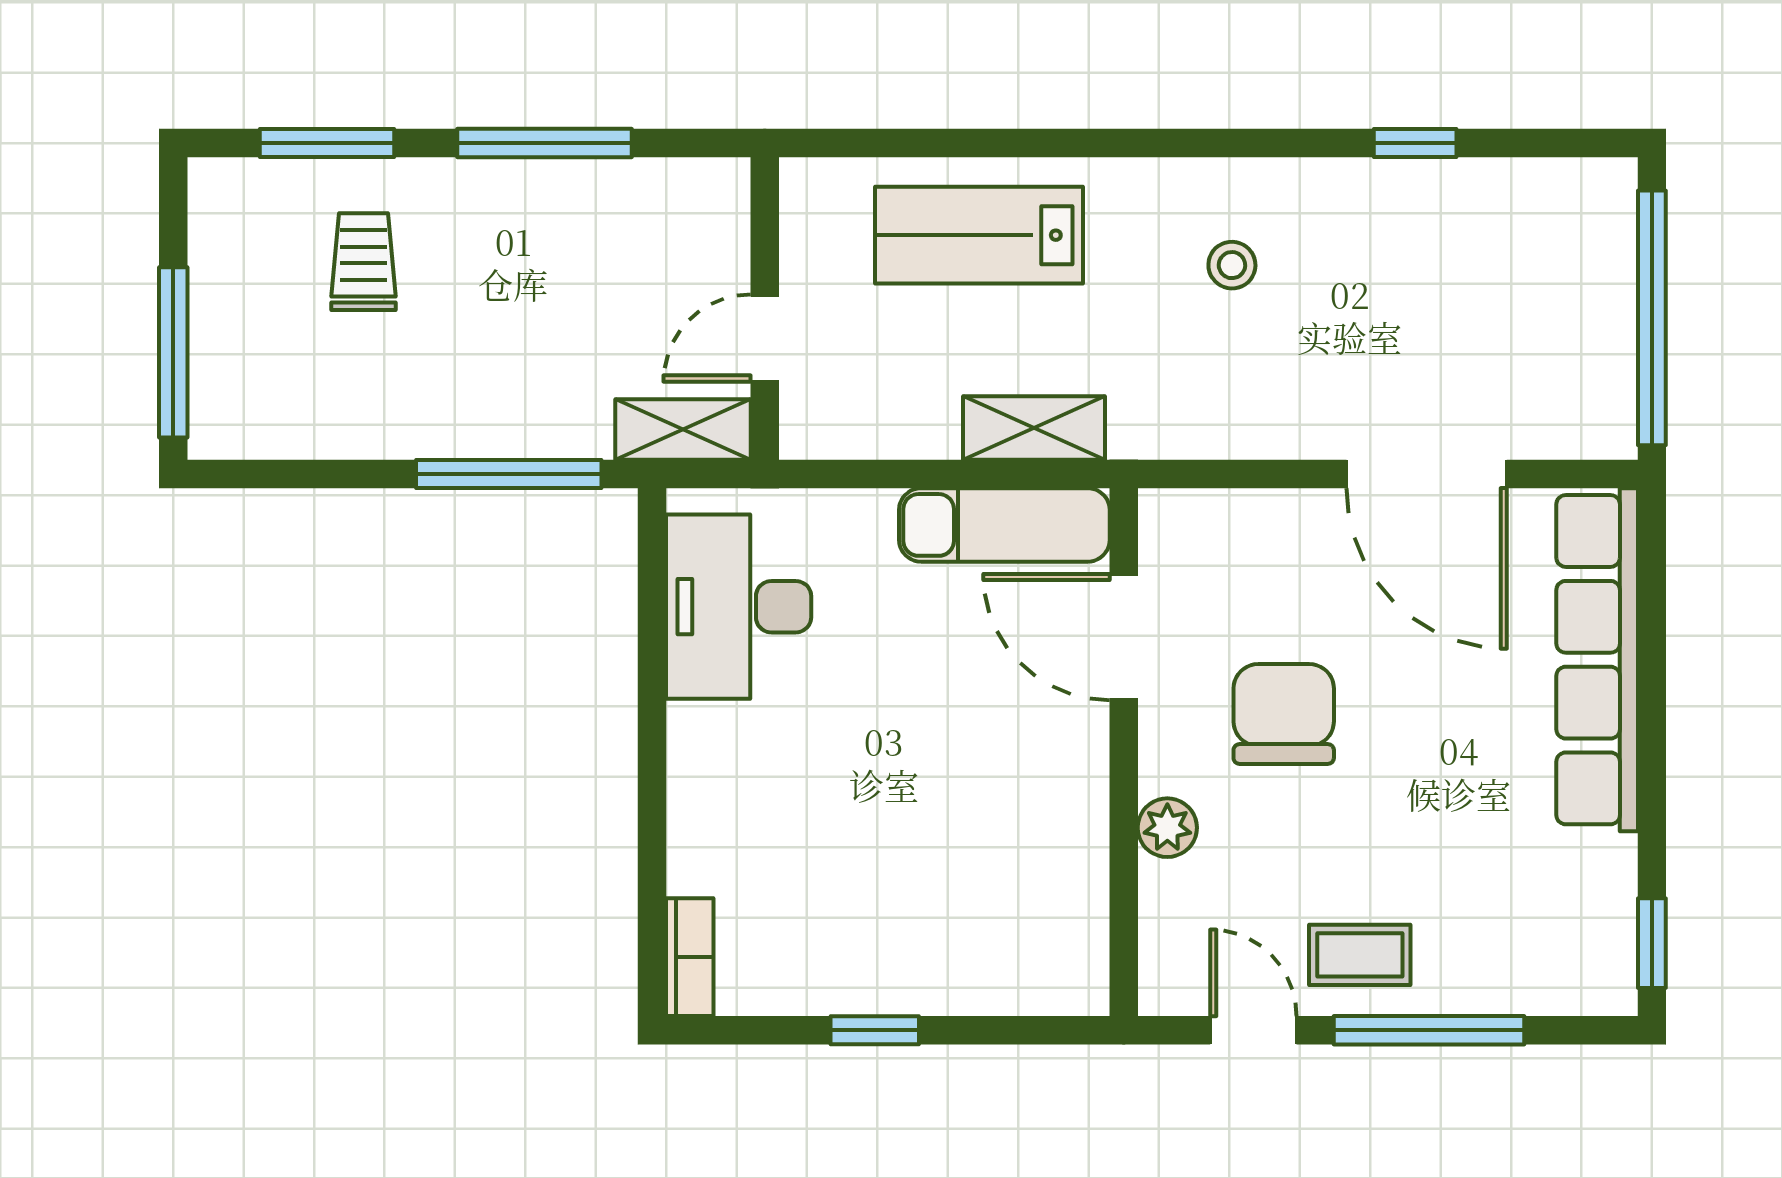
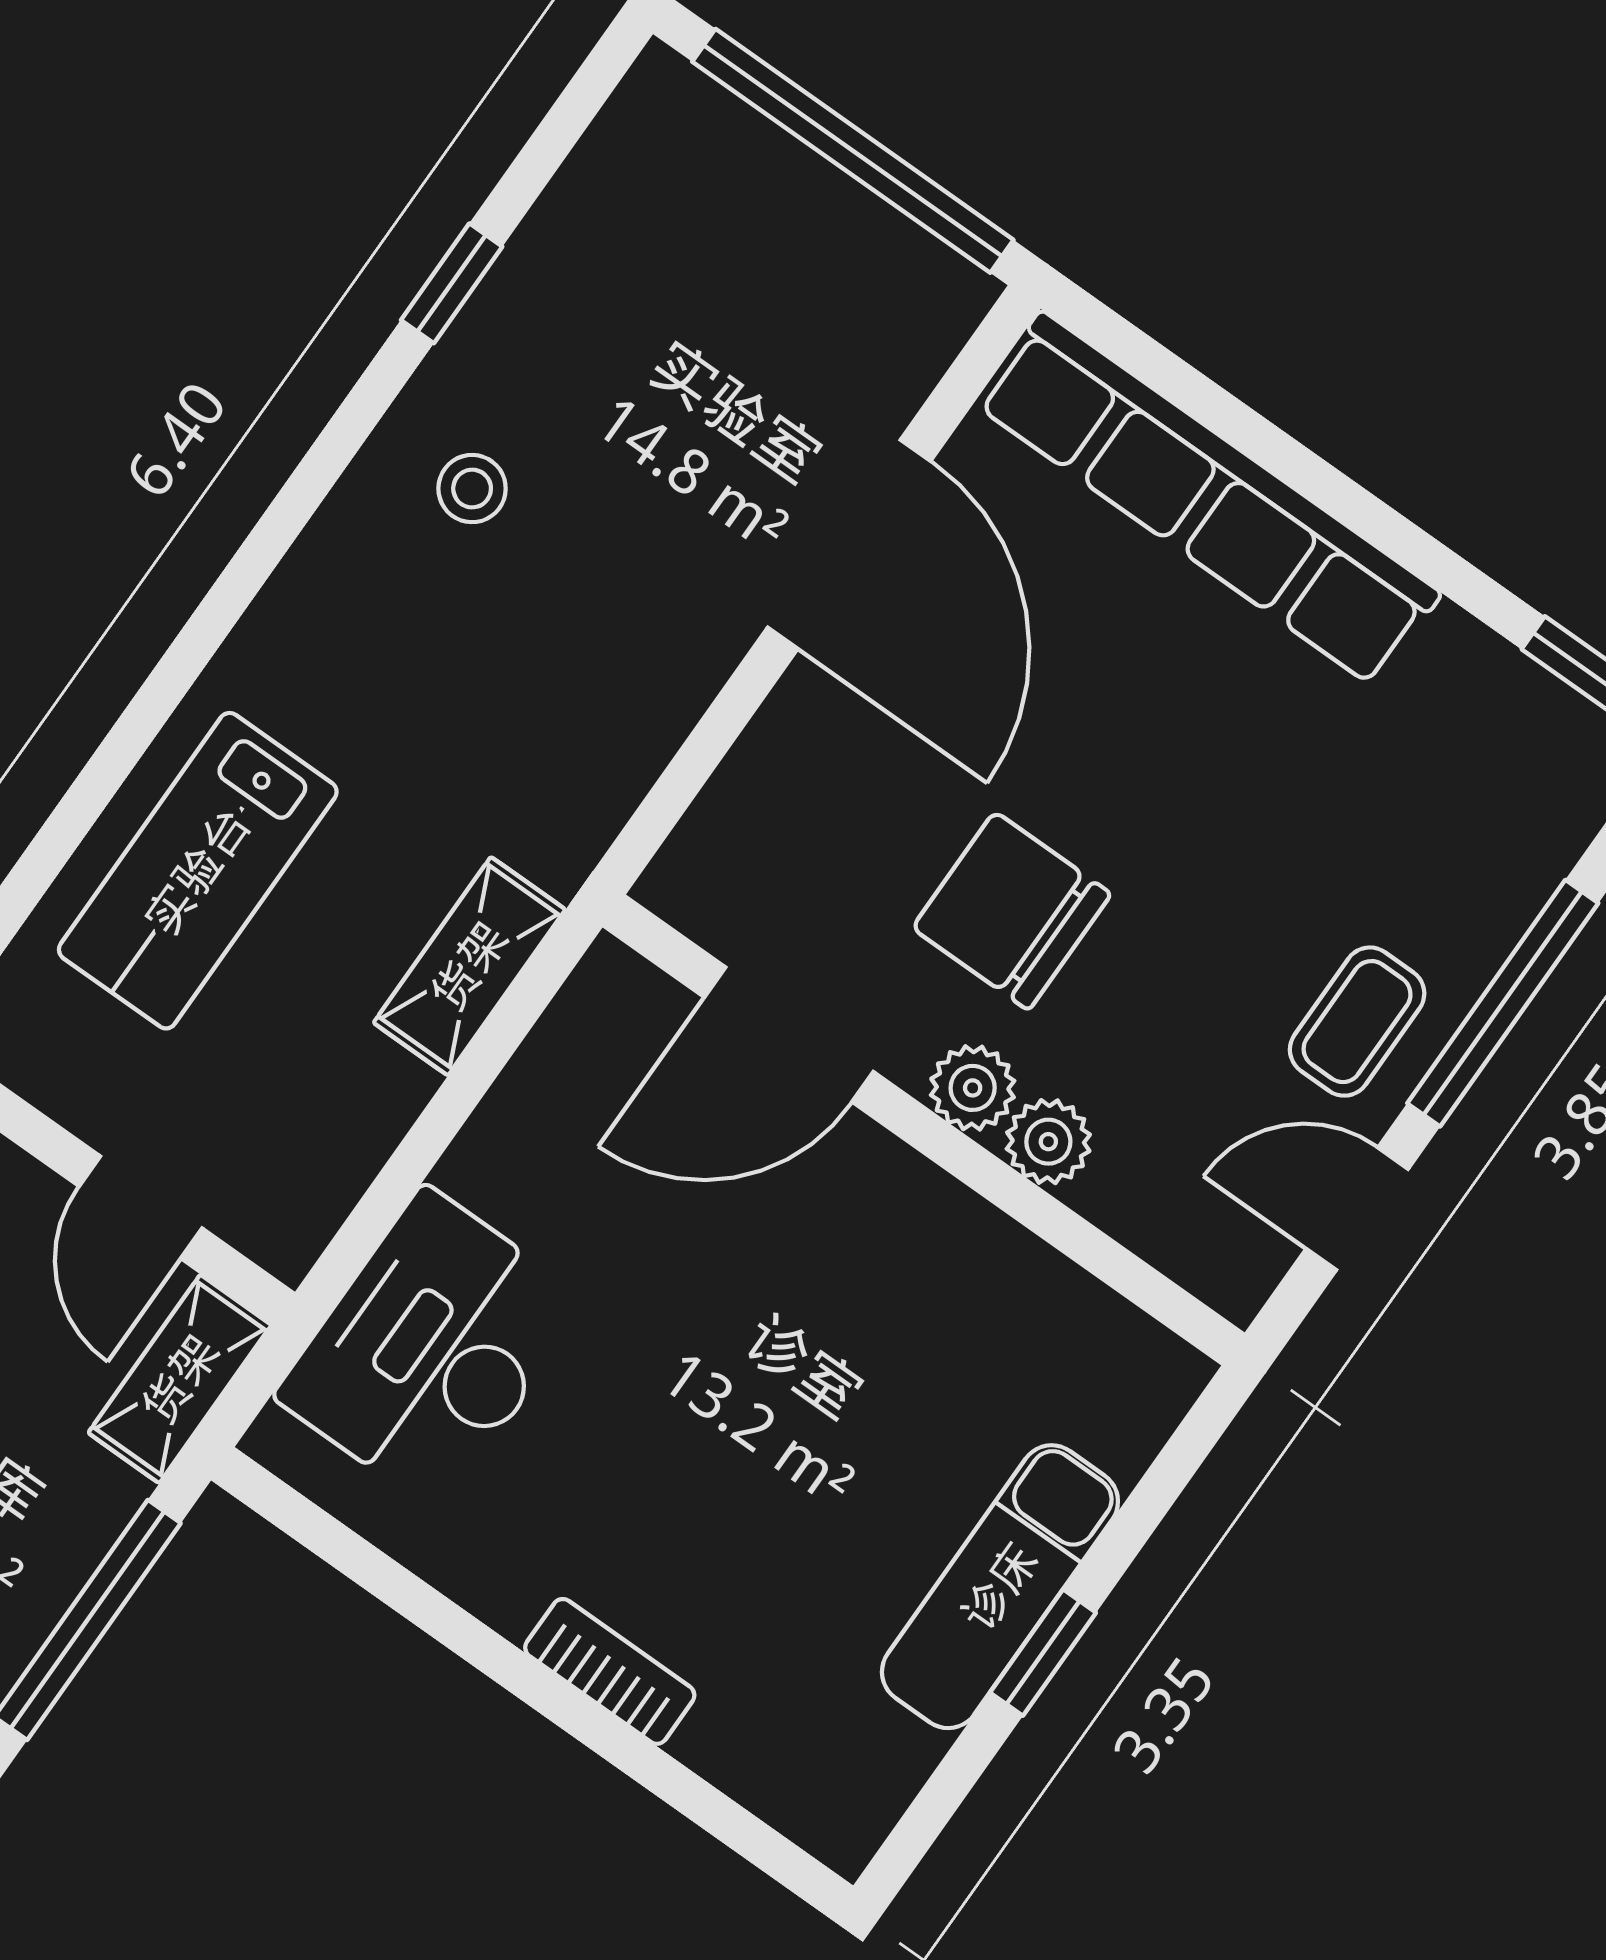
stool: (1232, 265) -> (472, 489), moved
door: (1427, 474) -> (849, 544), hinge flipped
exam couch: (1004, 525) -> (1000, 1587), moved, turned 180
desk: (739, 607) -> (432, 1349), moved, turned 90
plant: (1167, 763) -> (973, 1088), added
bookcase: (690, 957) -> (610, 1671), moved

